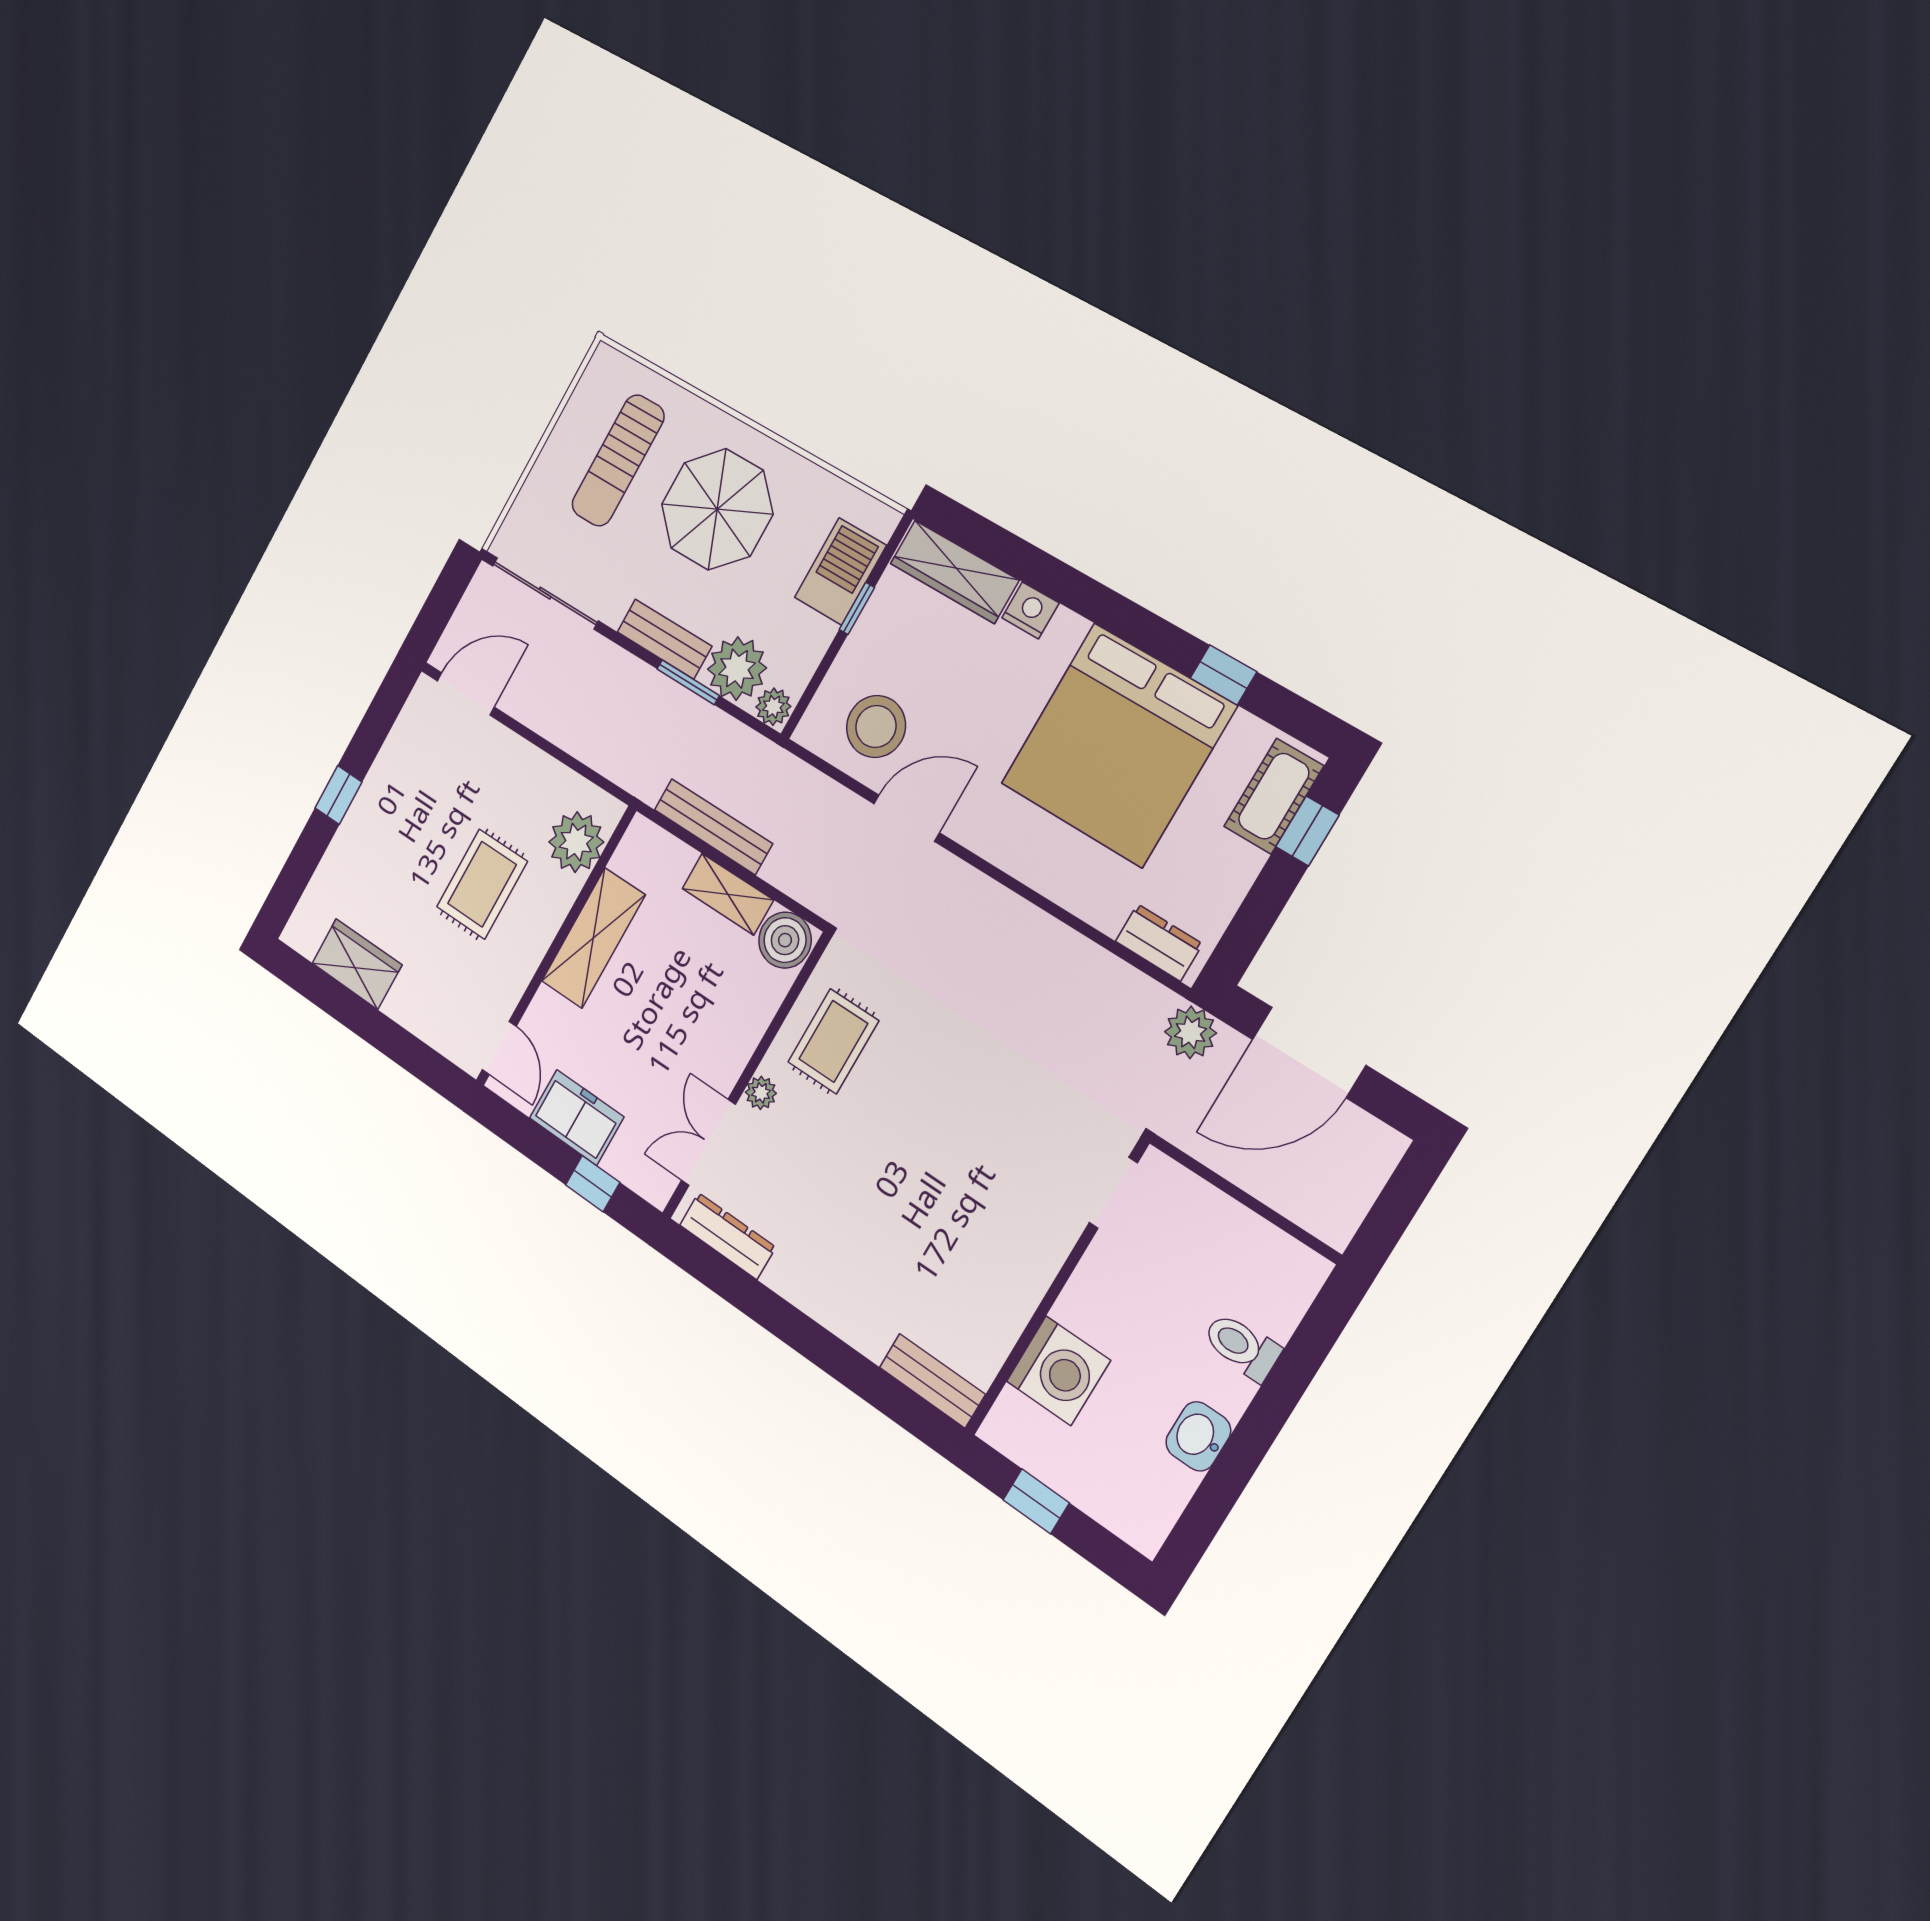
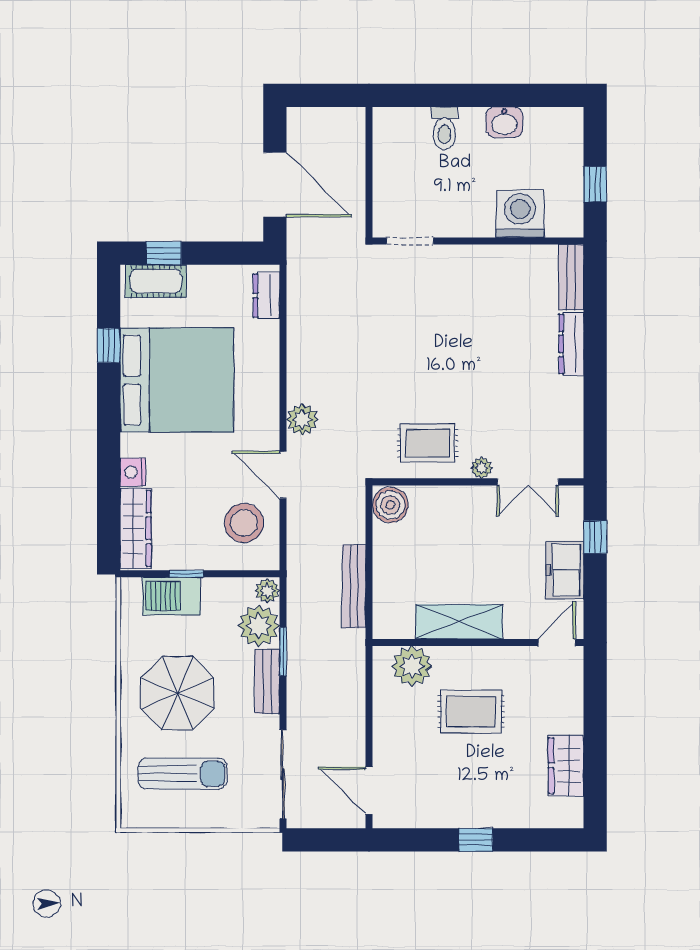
shelving: (728, 894) -> (386, 555), removed
plant: (1190, 1032) -> (302, 420), moved
dresser: (728, 1236) -> (571, 344), moved

